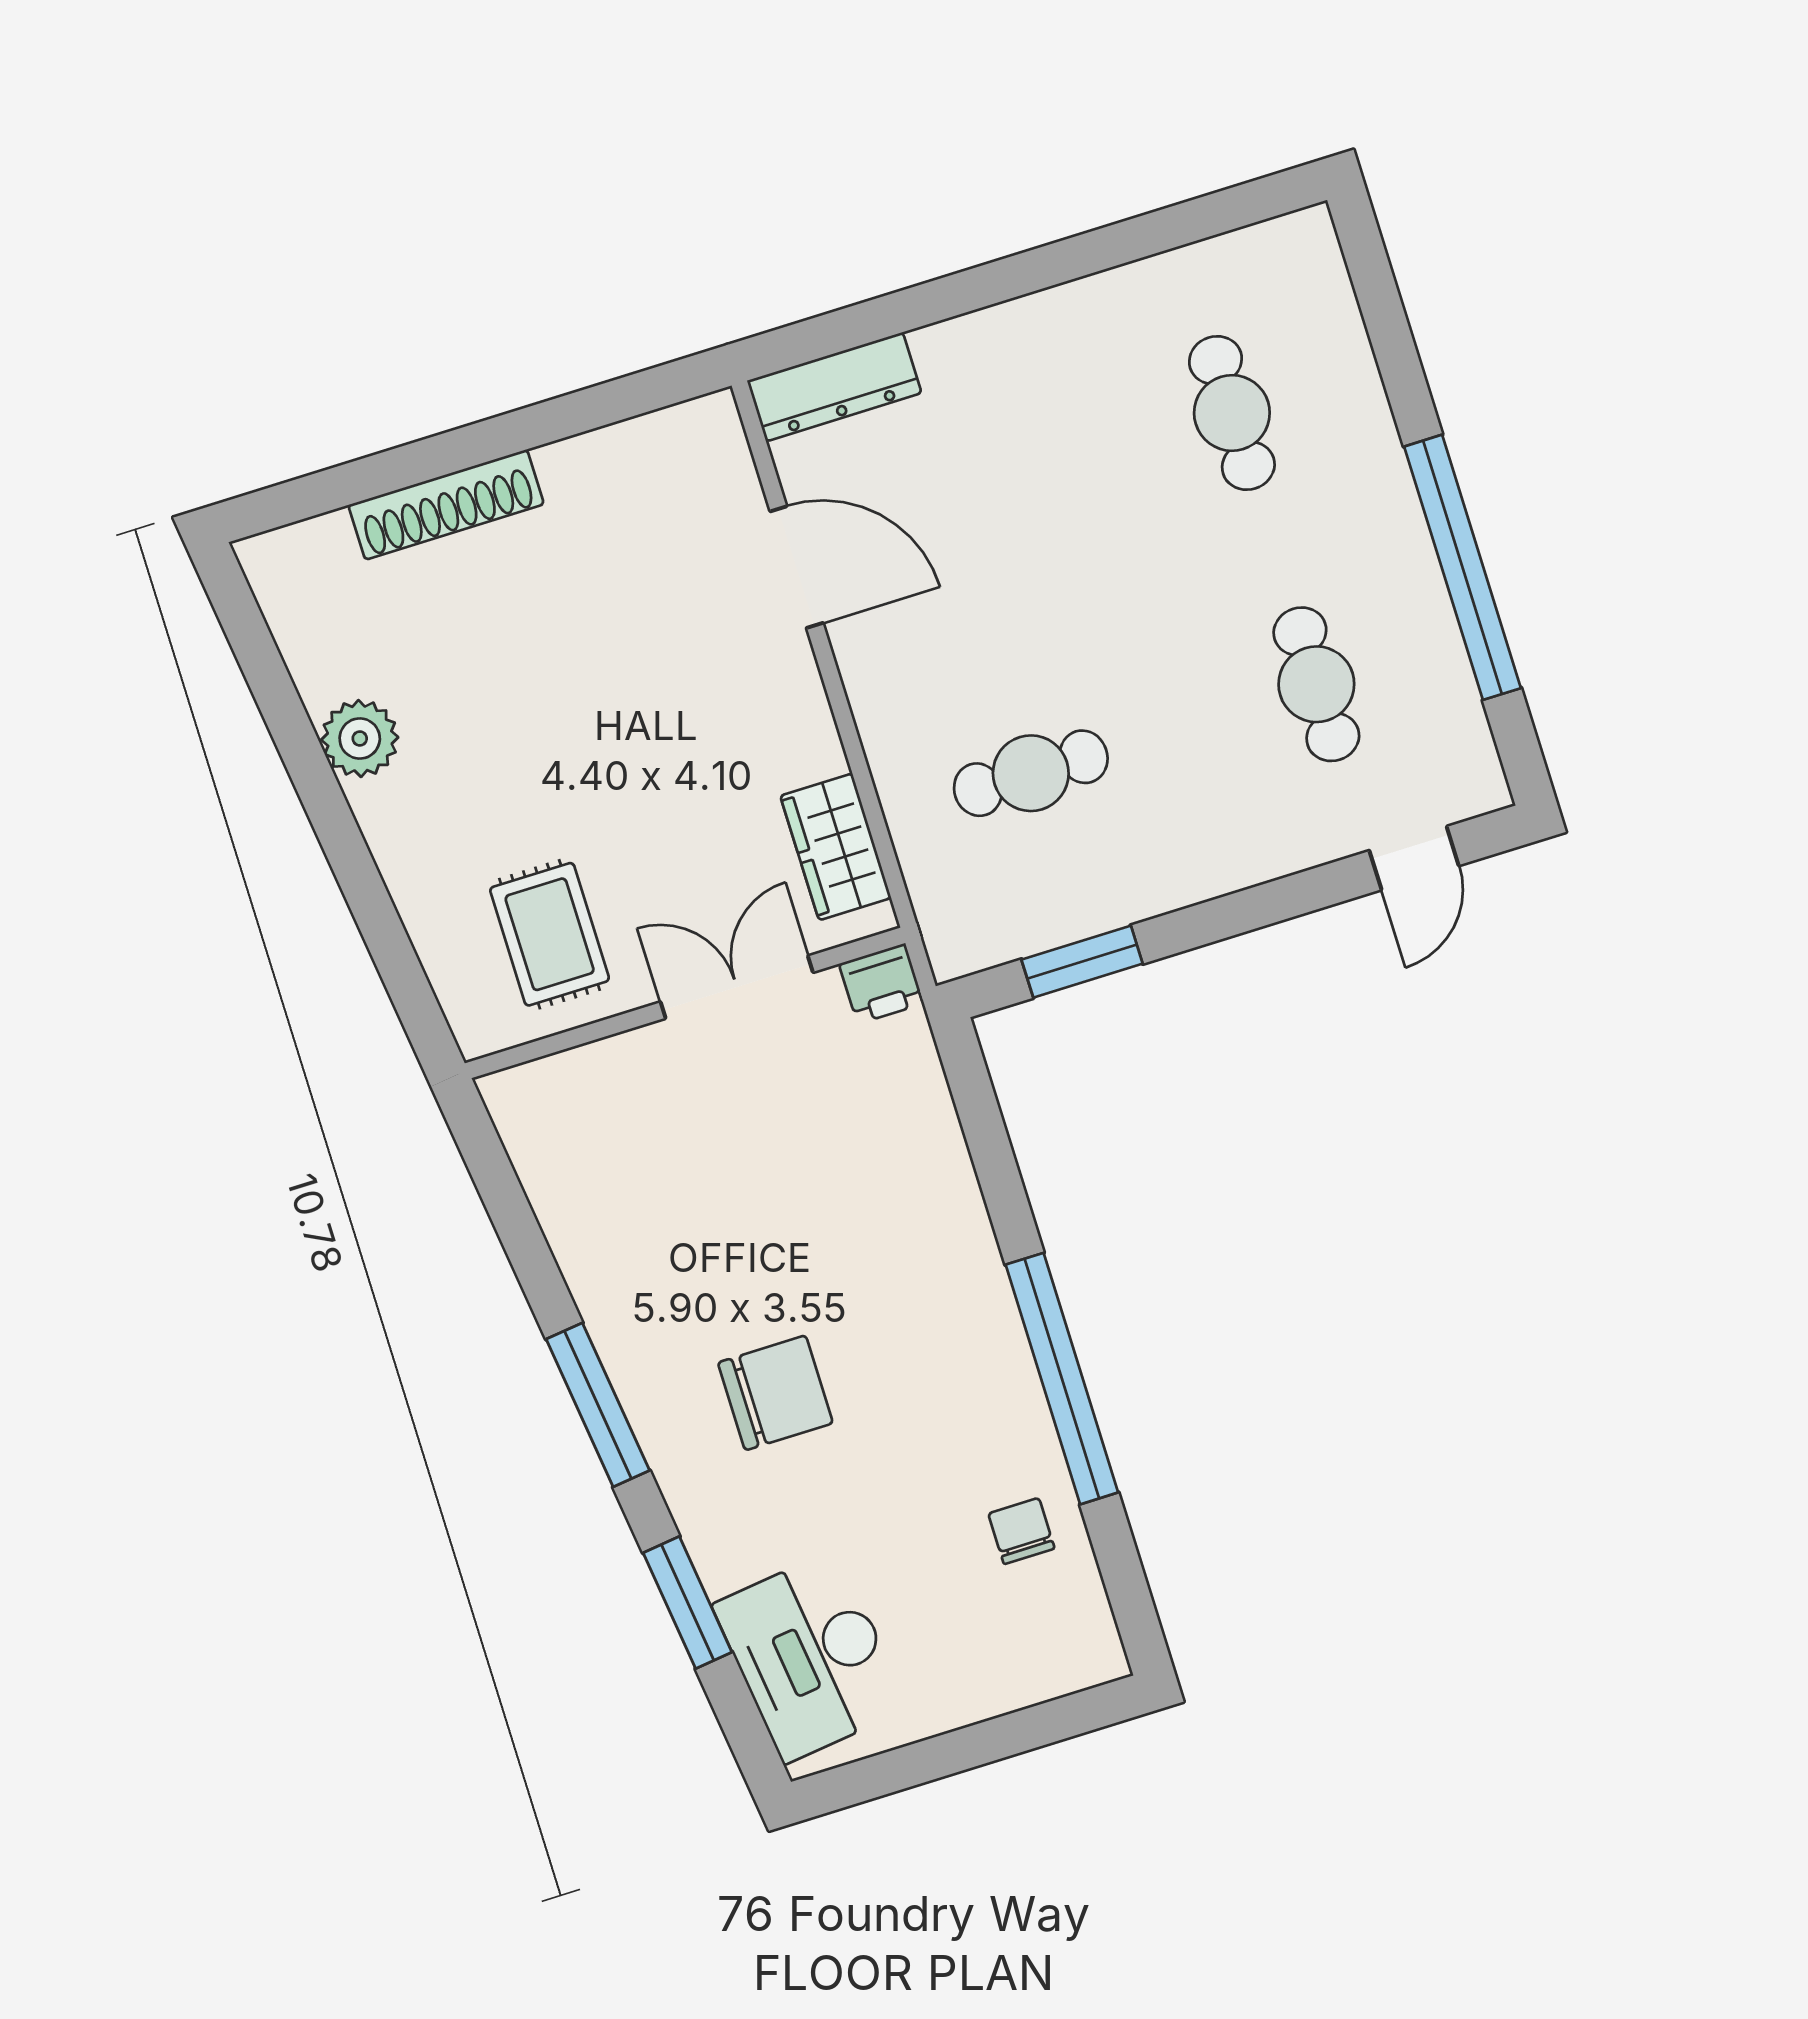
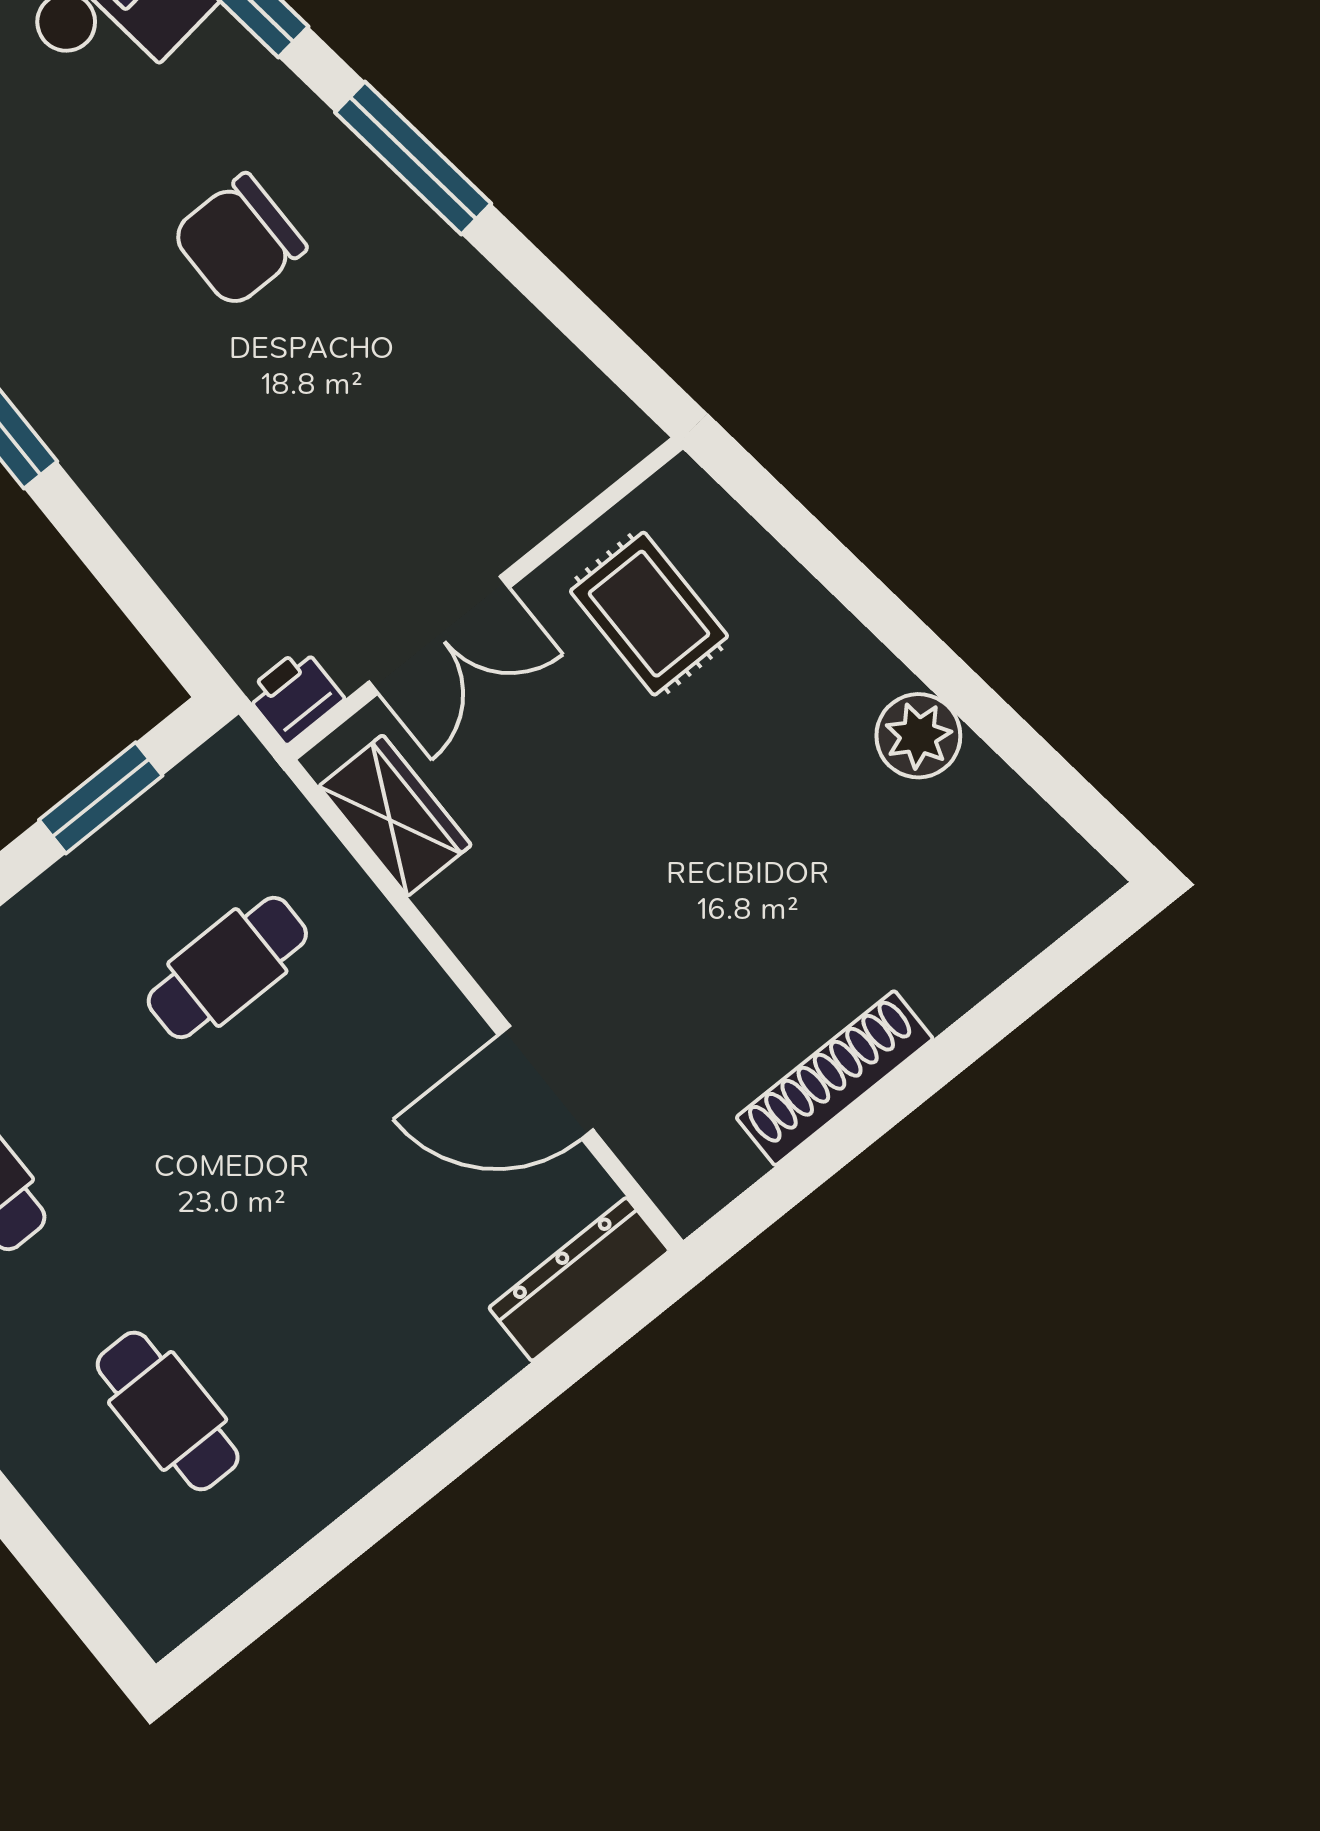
shoe rack: (446, 505) -> (835, 1078), moved

